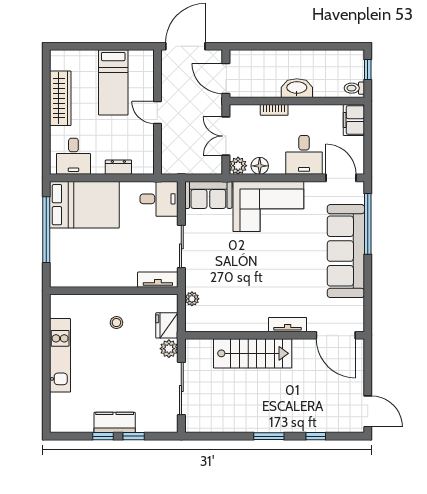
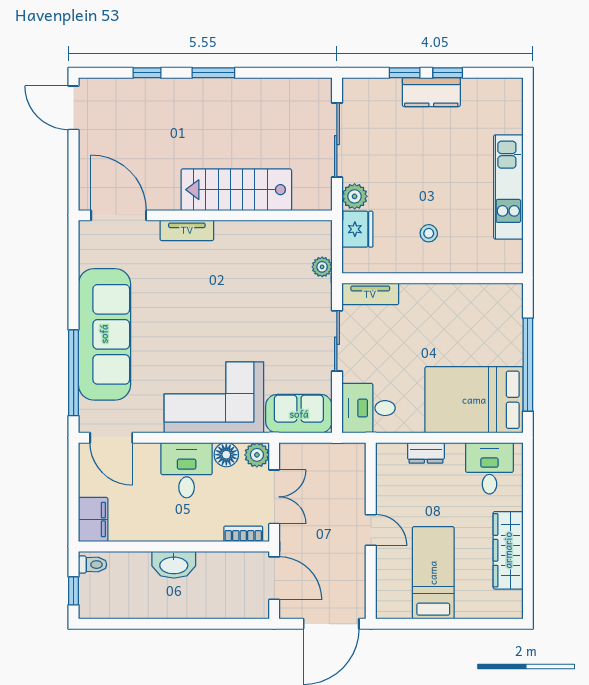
bookcase: (274, 110) -> (243, 534), moved
desk: (304, 155) -> (187, 470), moved

